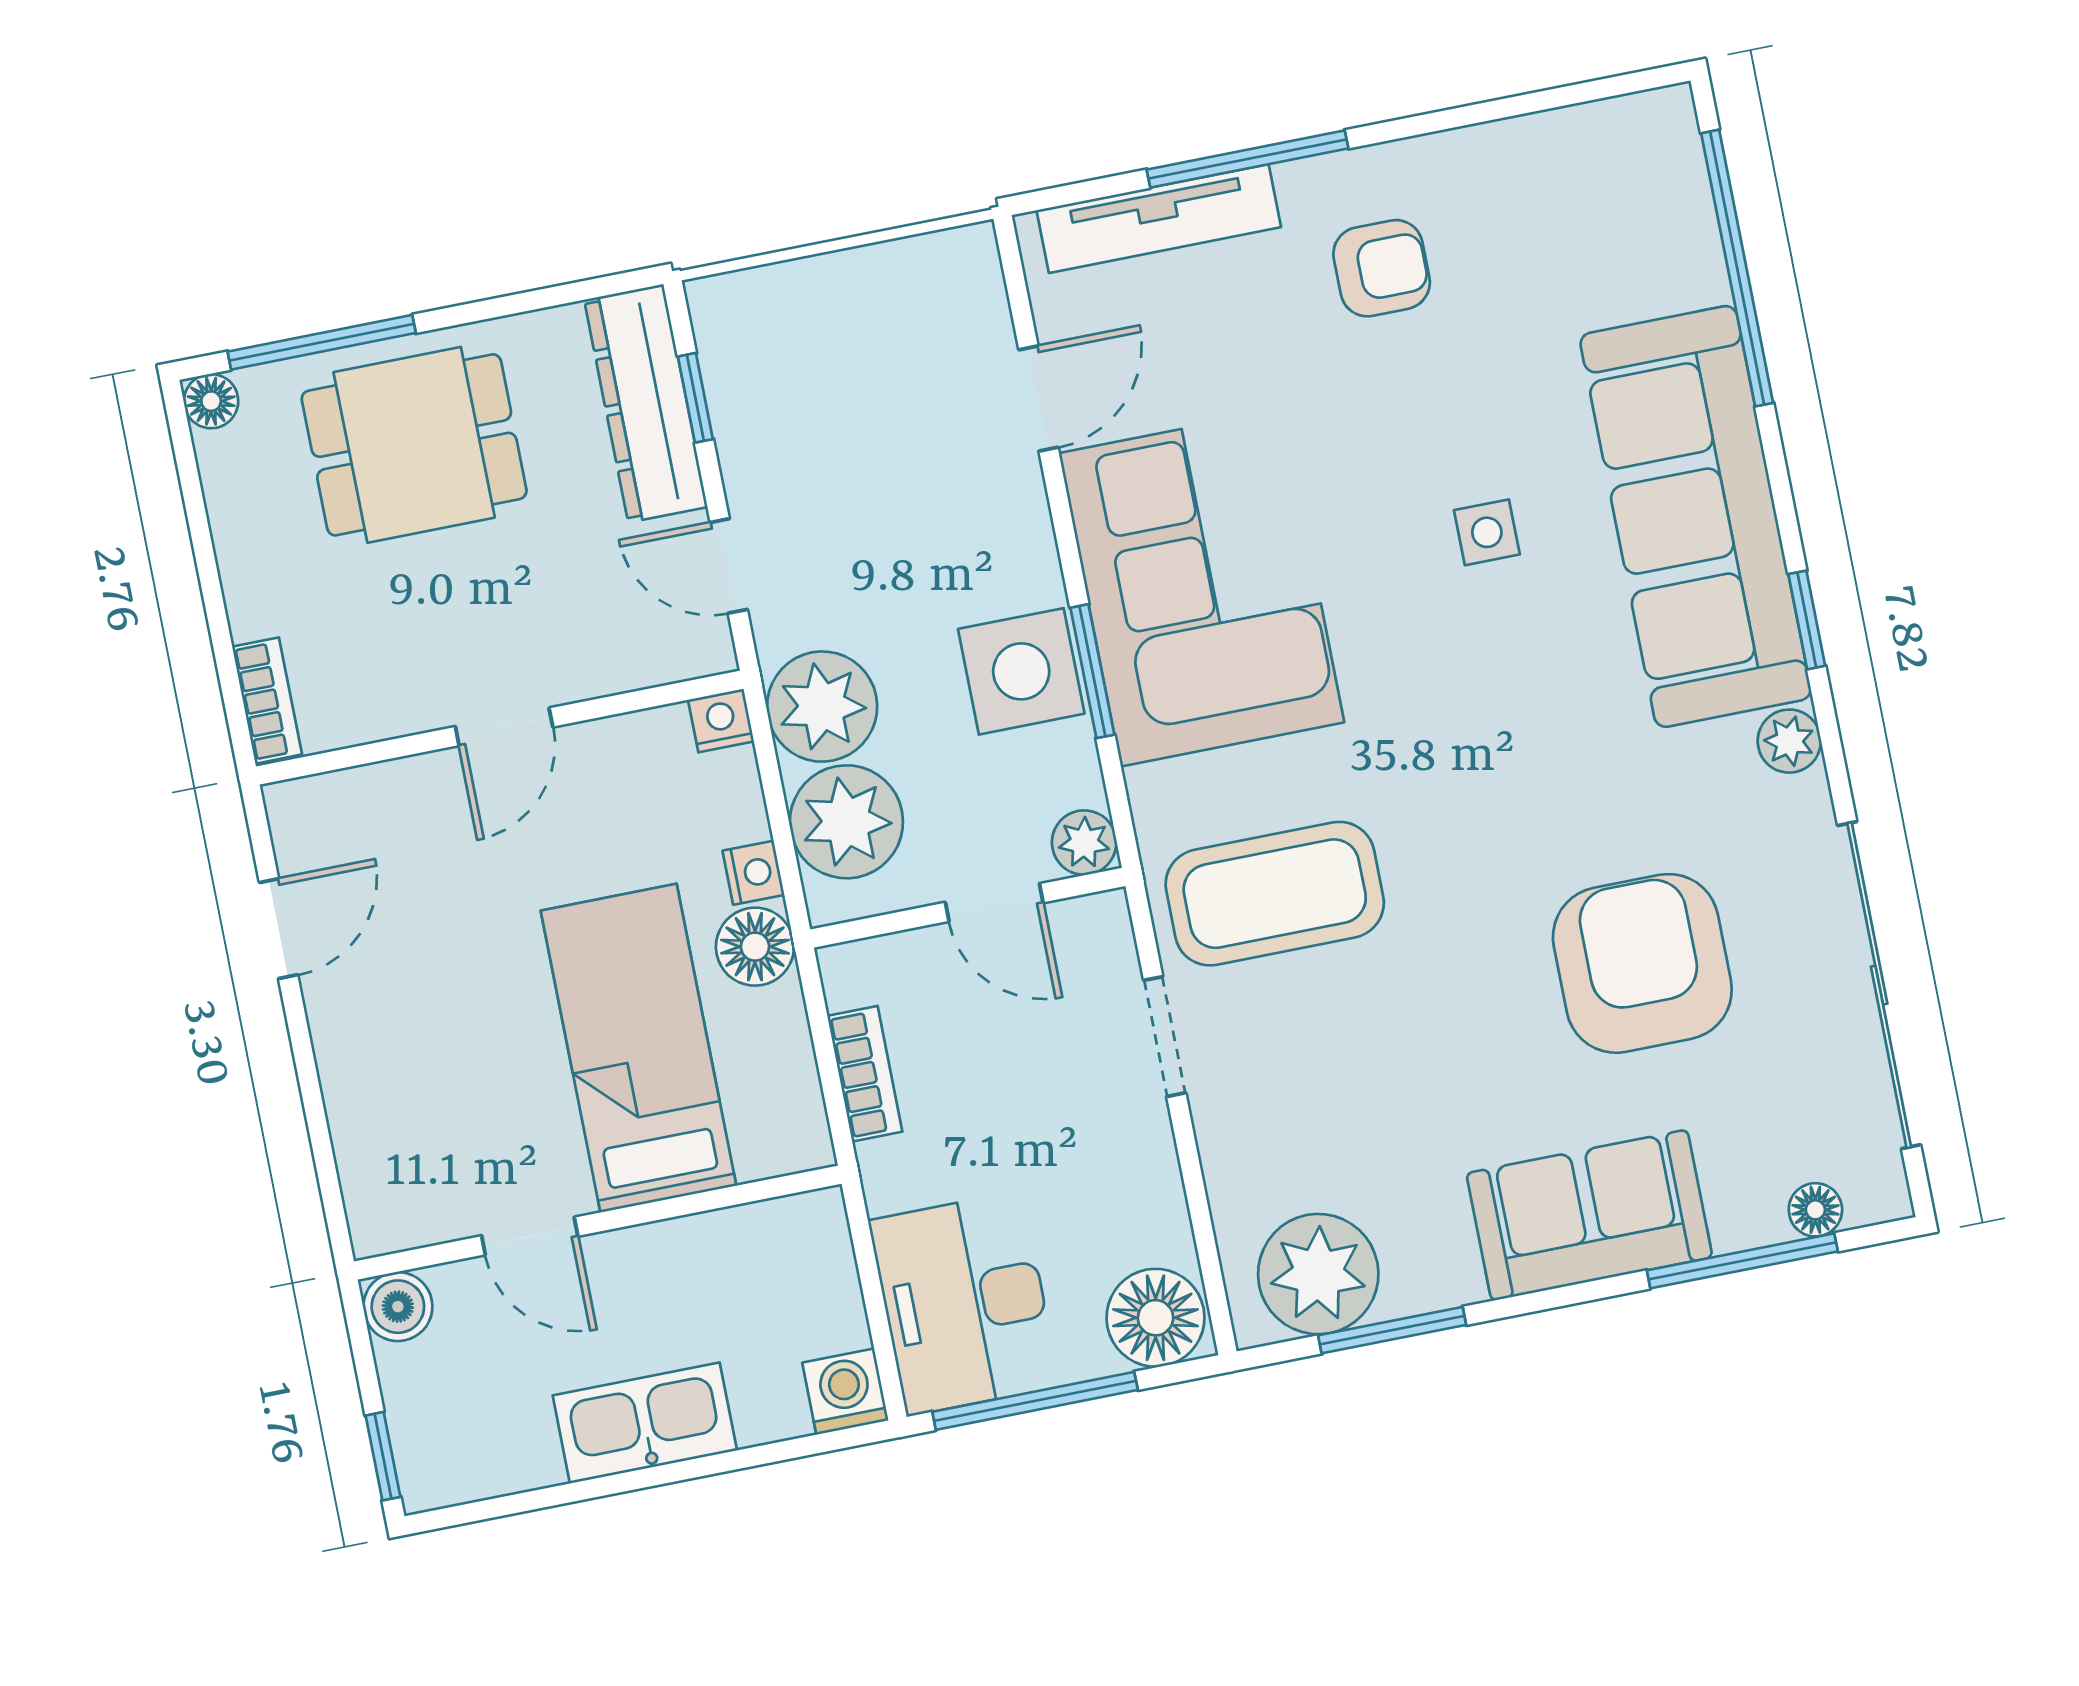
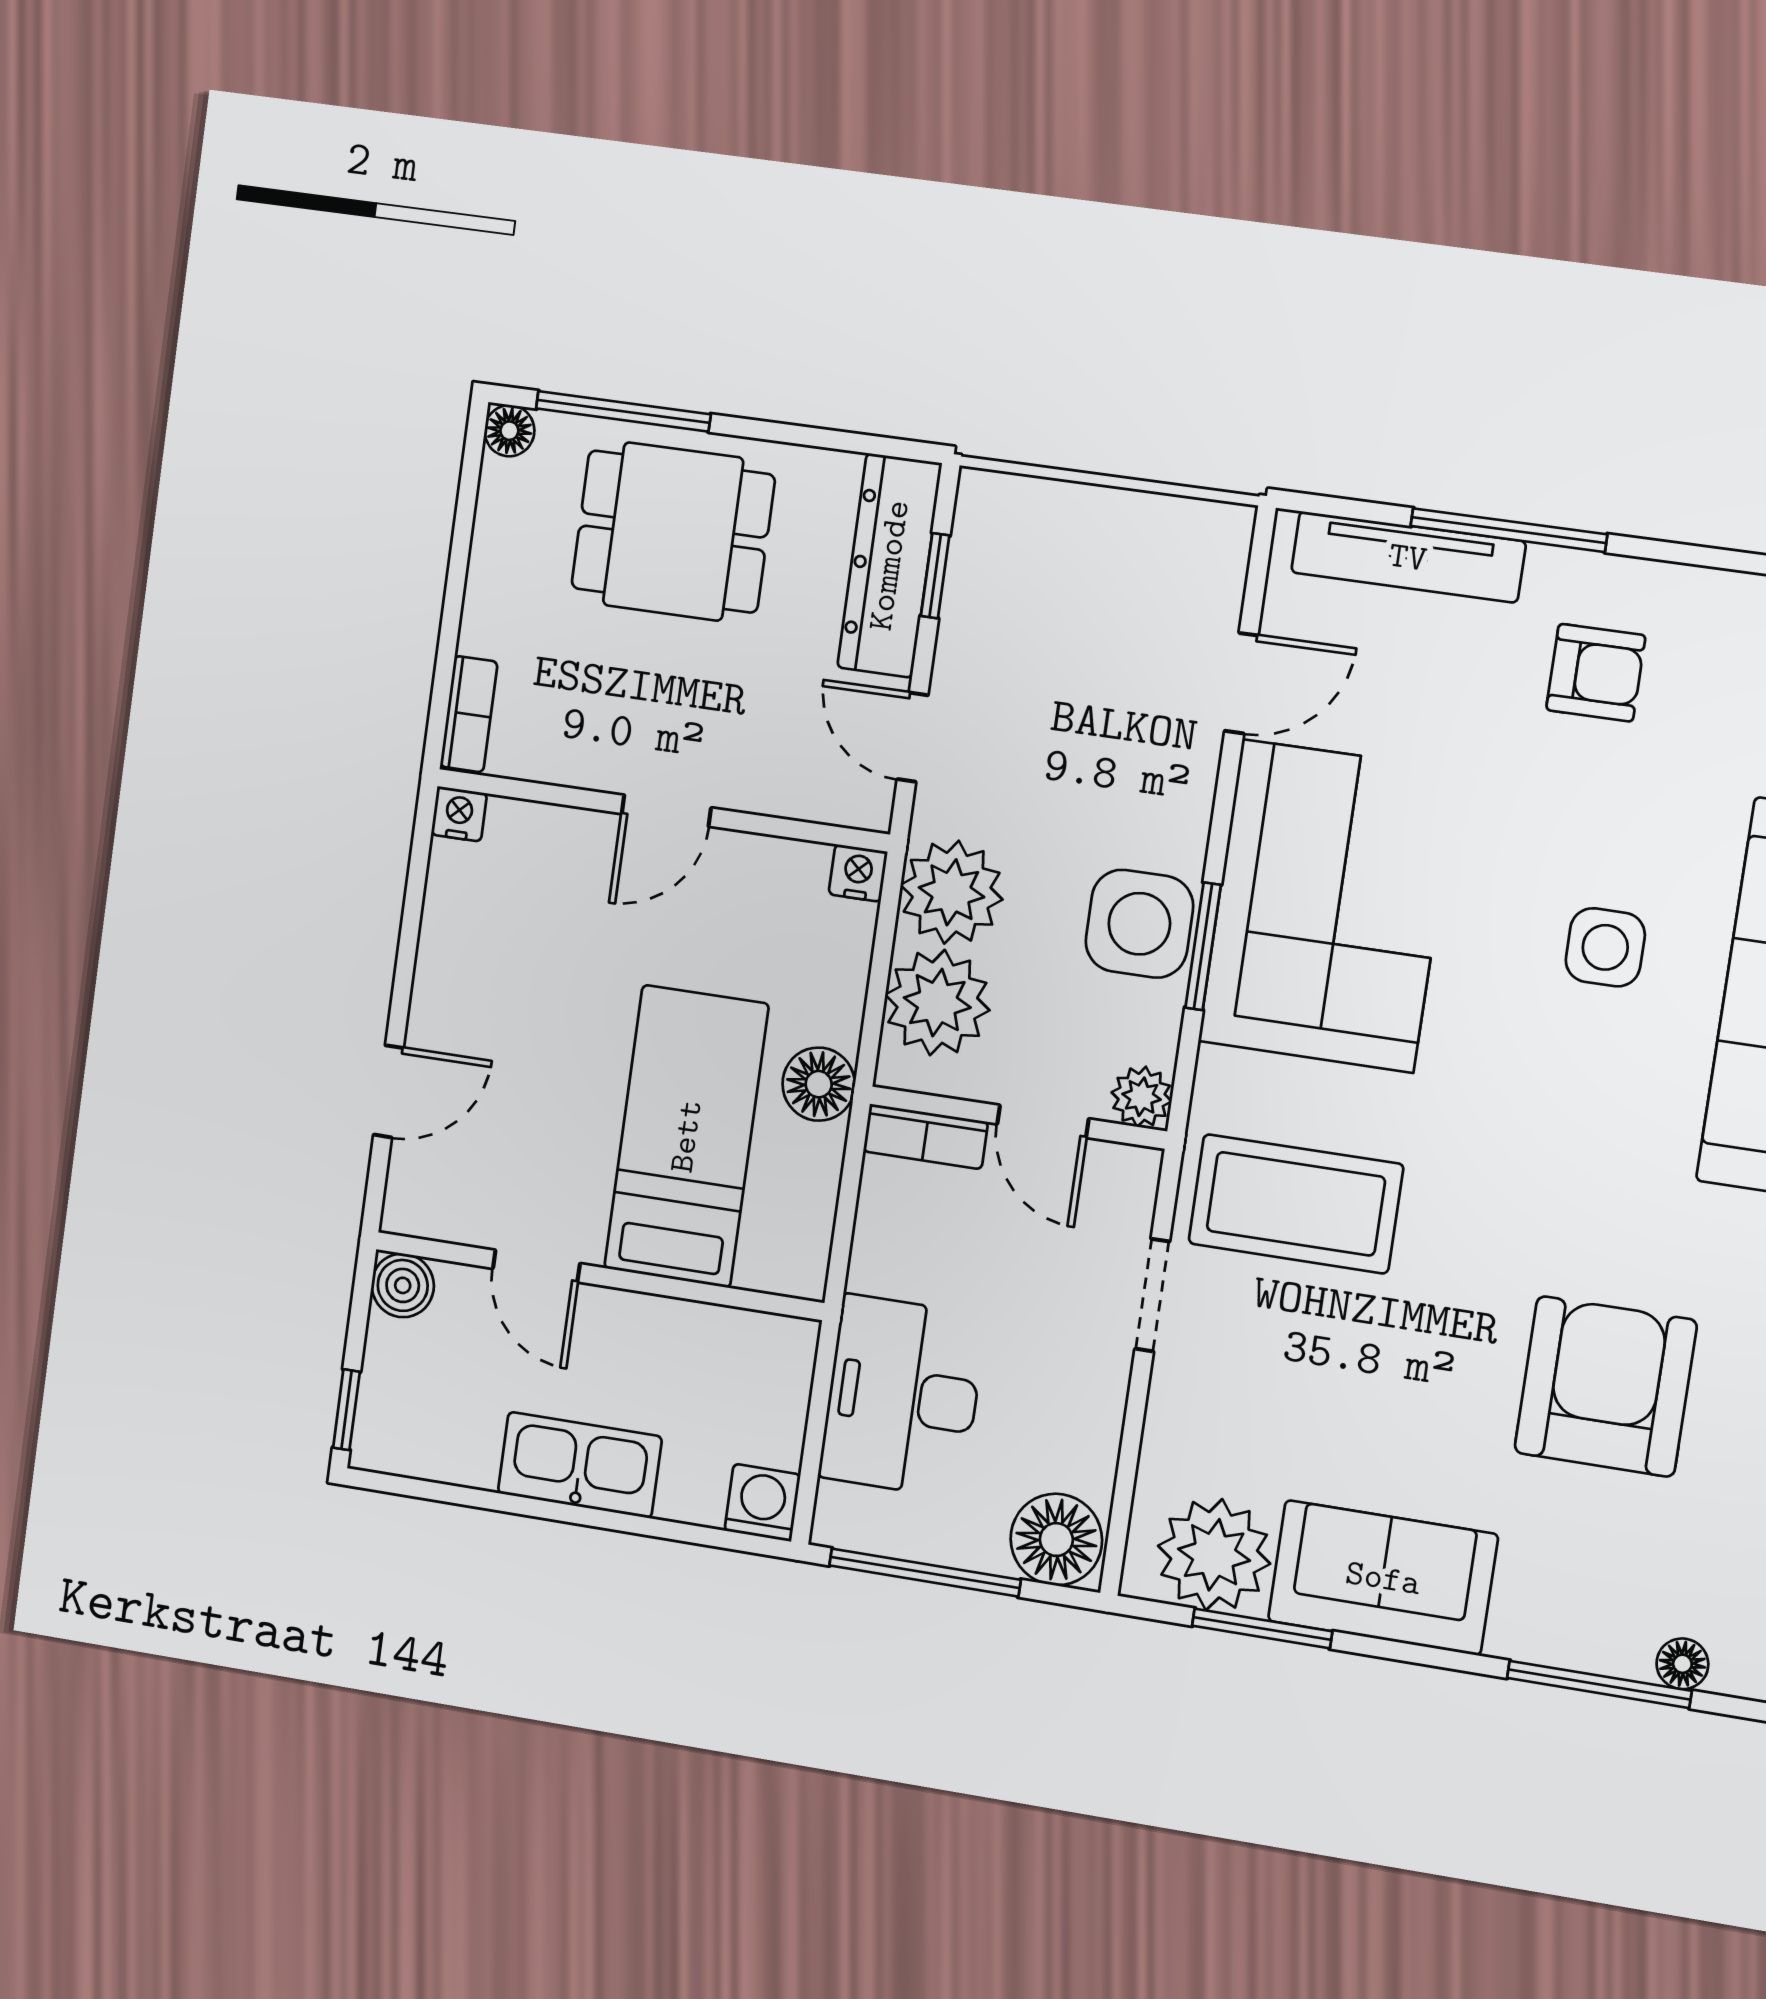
side table: (1487, 532) -> (1605, 947), width x1.37, depth x1.37
nightstand: (753, 873) -> (459, 814), moved, turned -90
door: (279, 929) -> (389, 1091), moved
bookcase: (865, 1074) -> (926, 1137), moved, turned 90
sofa: (1589, 1215) -> (1383, 1578), moved
desk: (964, 1303) -> (902, 1396), moved

